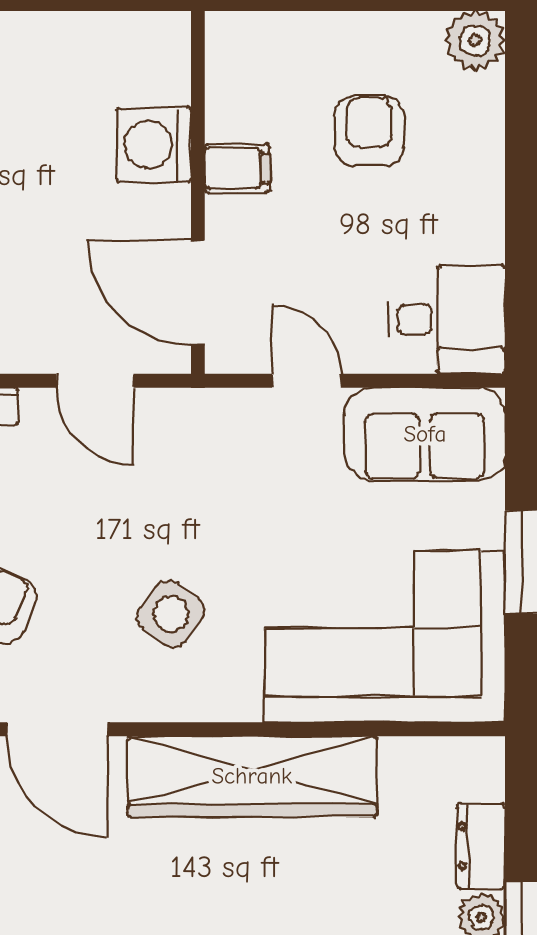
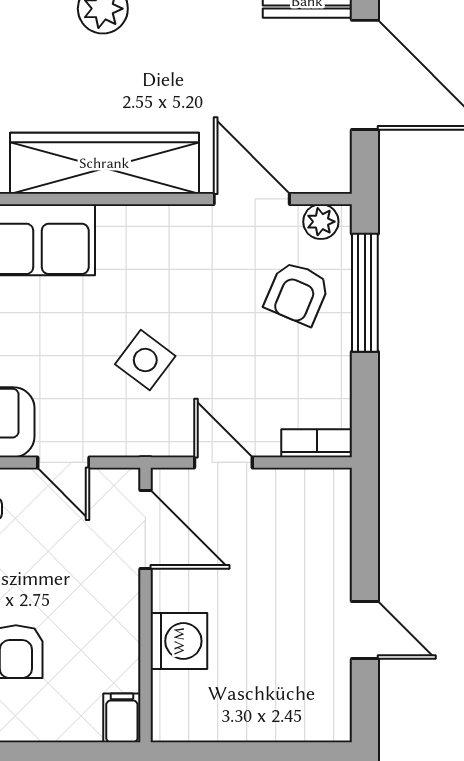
filing cabinet: (237, 168) -> (122, 718), moved, turned 90
side table: (171, 614) -> (145, 360), moved

